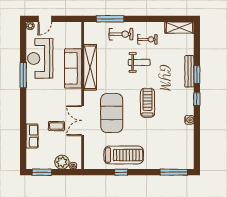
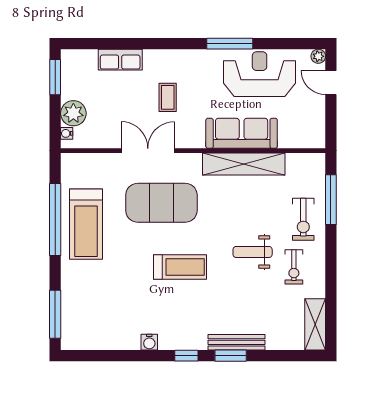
weight bench: (139, 62) -> (253, 252), turned 90
coffee table: (56, 126) -> (168, 97), moved
window: (121, 172) -> (55, 220), width x3.17

